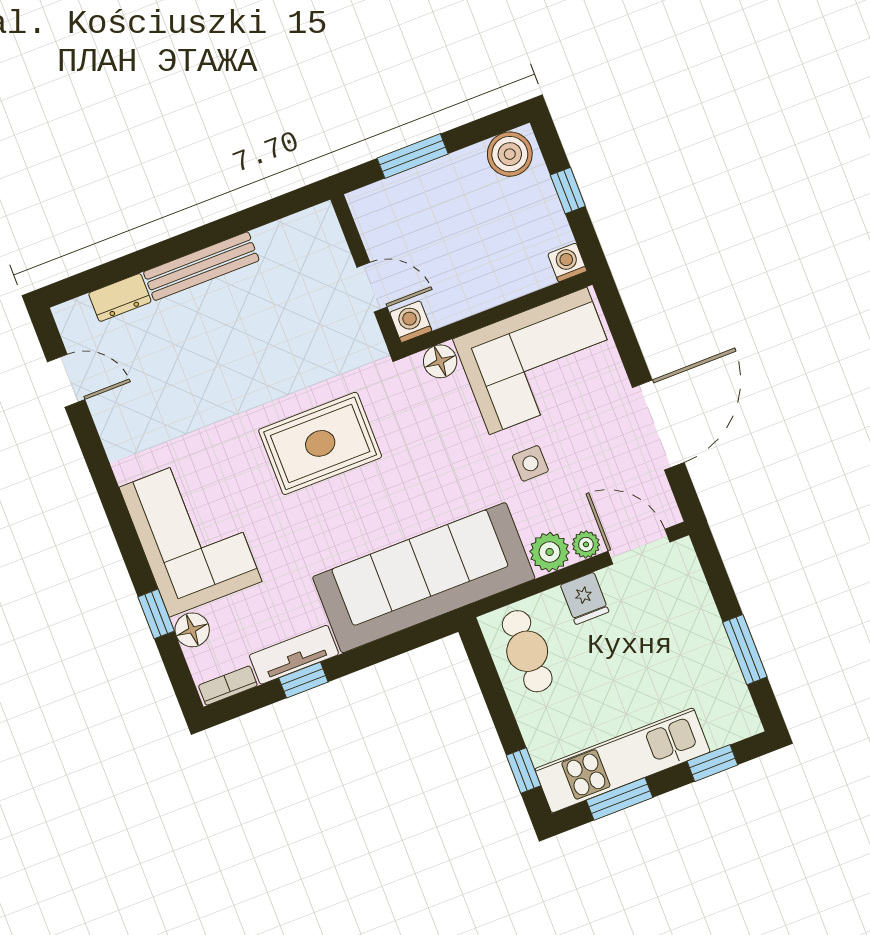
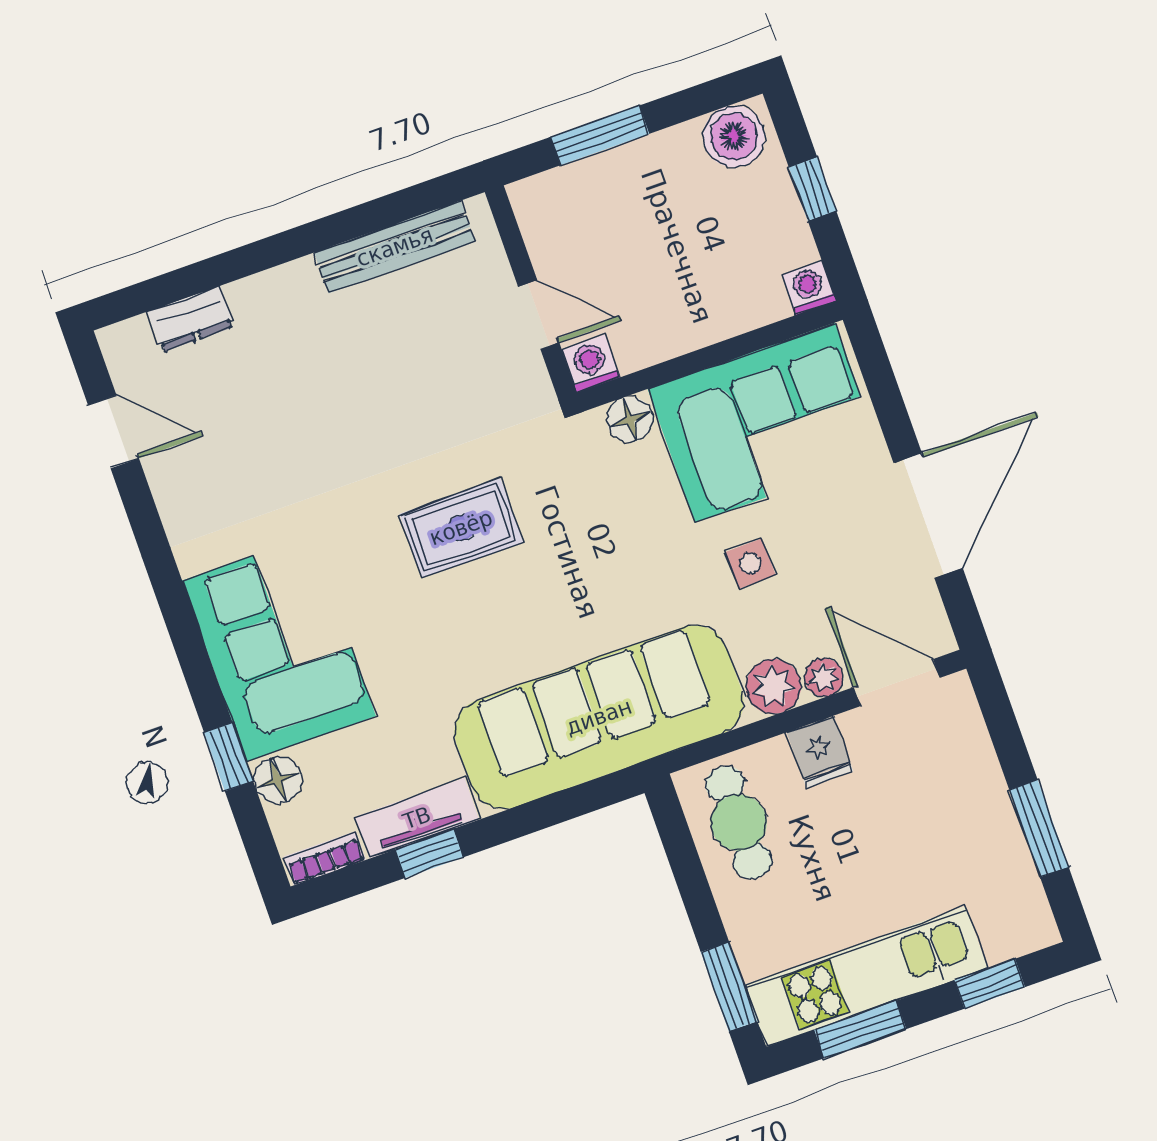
bench: (201, 266) -> (395, 247), moved
rug: (320, 443) -> (461, 528), width x0.73, depth x0.70
window: (523, 771) -> (729, 987), width x1.50

